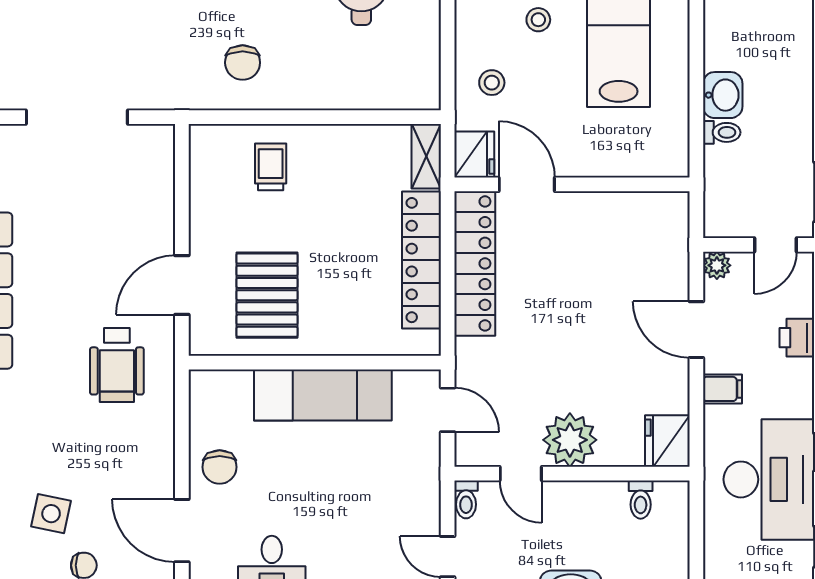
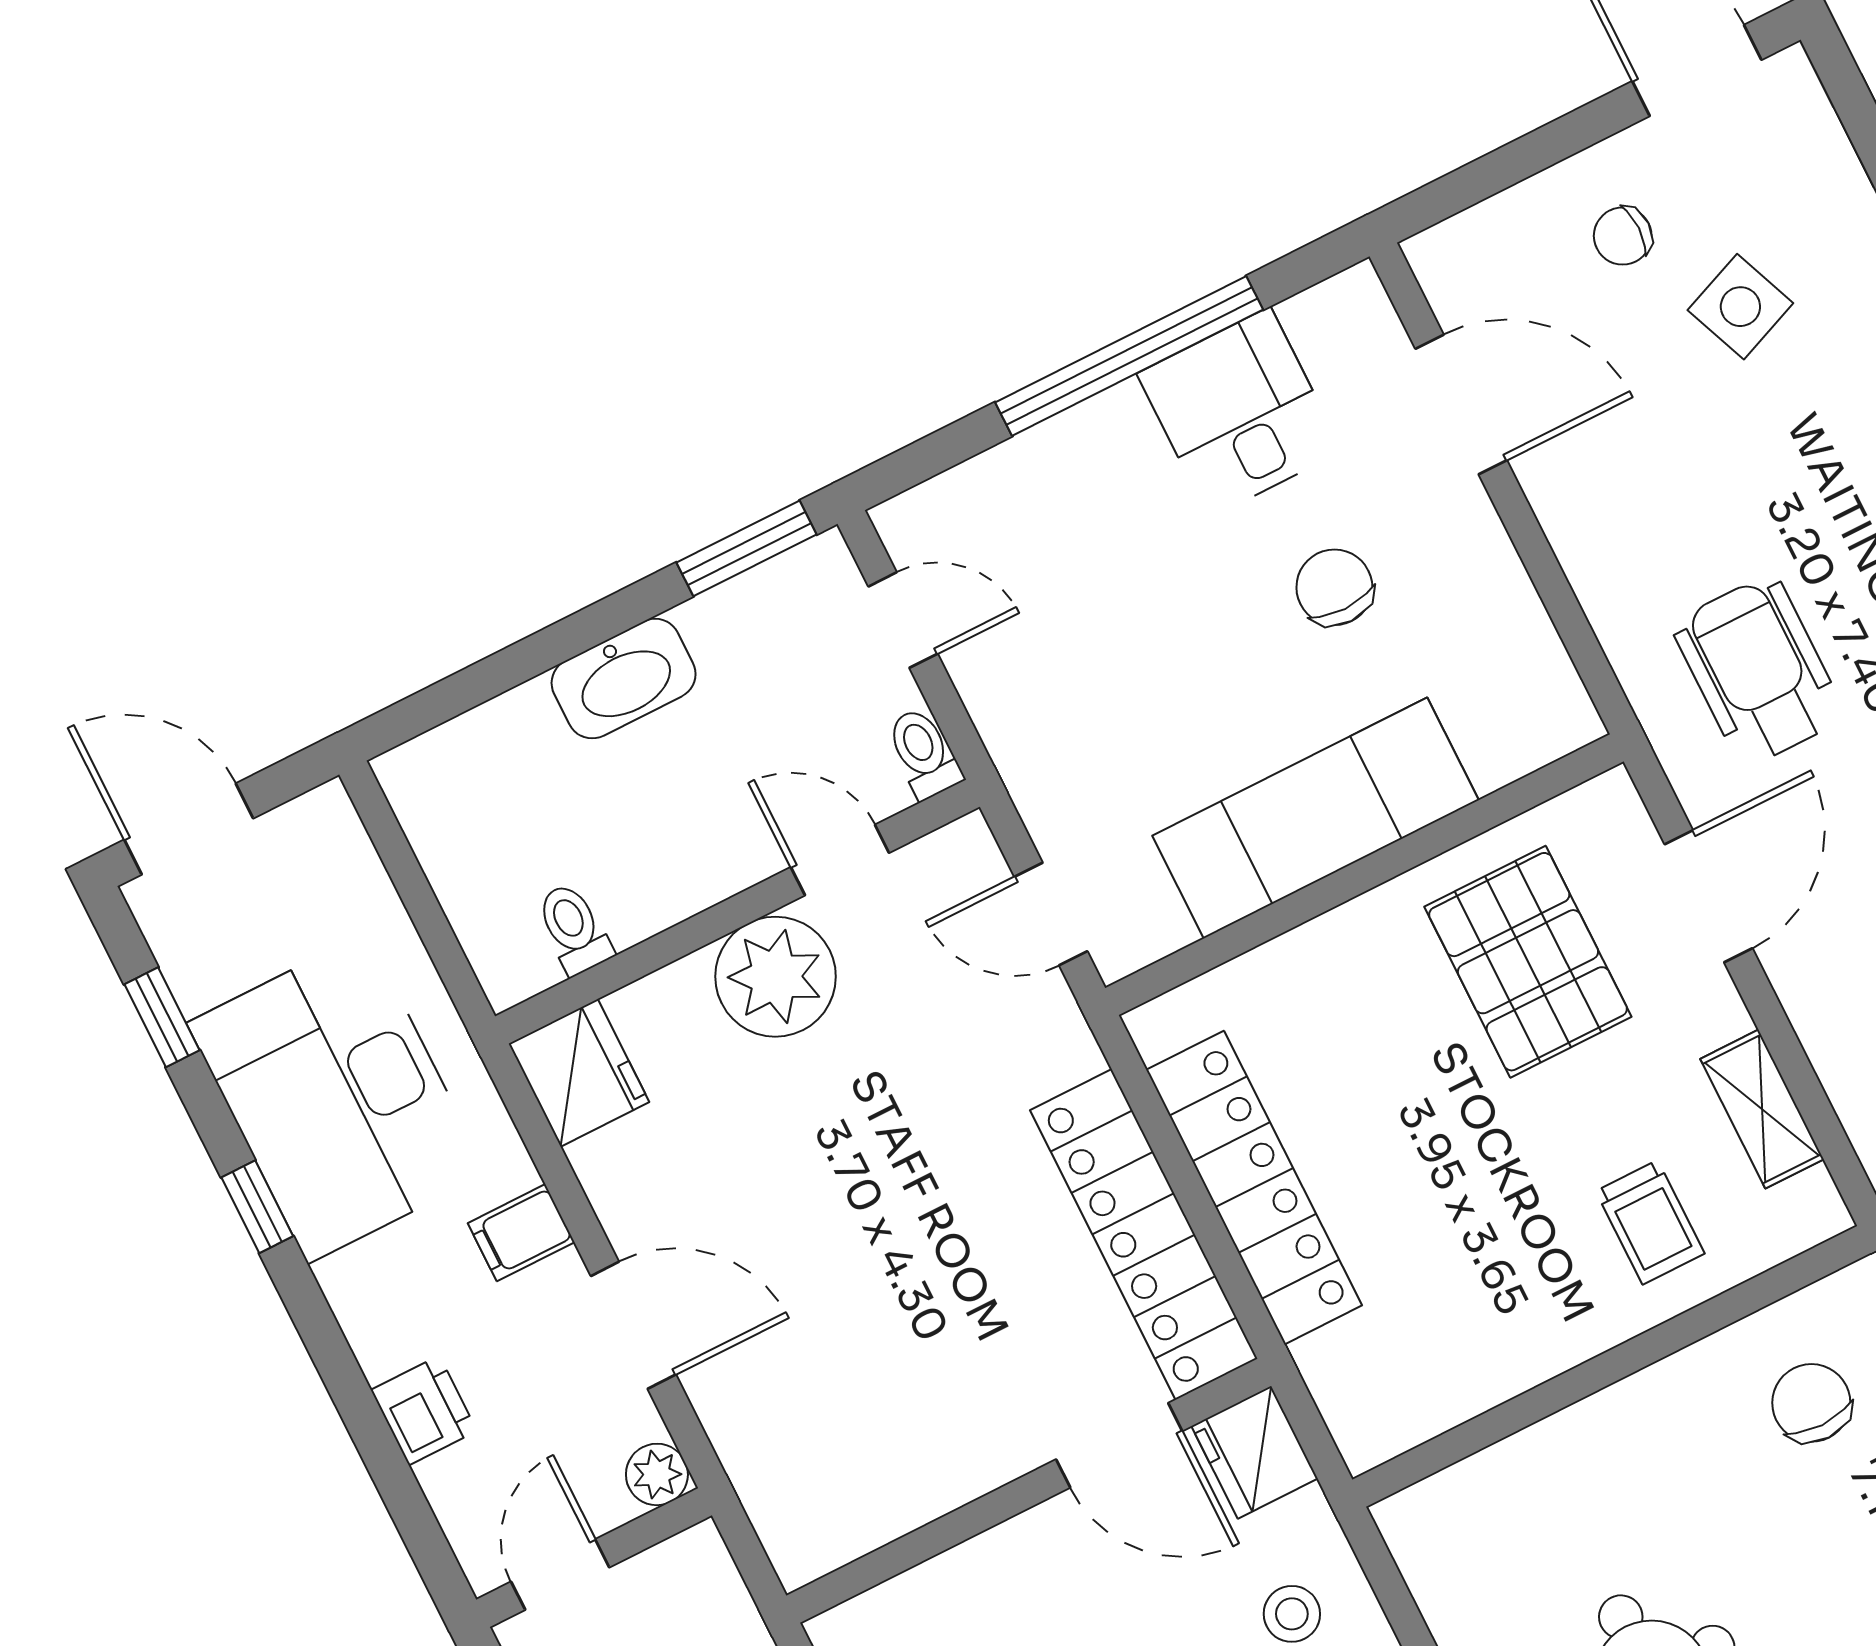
shelving: (426, 156) -> (1762, 1109), moved
chair: (220, 467) -> (1334, 587), moved
side table: (51, 514) -> (1740, 307), turned -34

